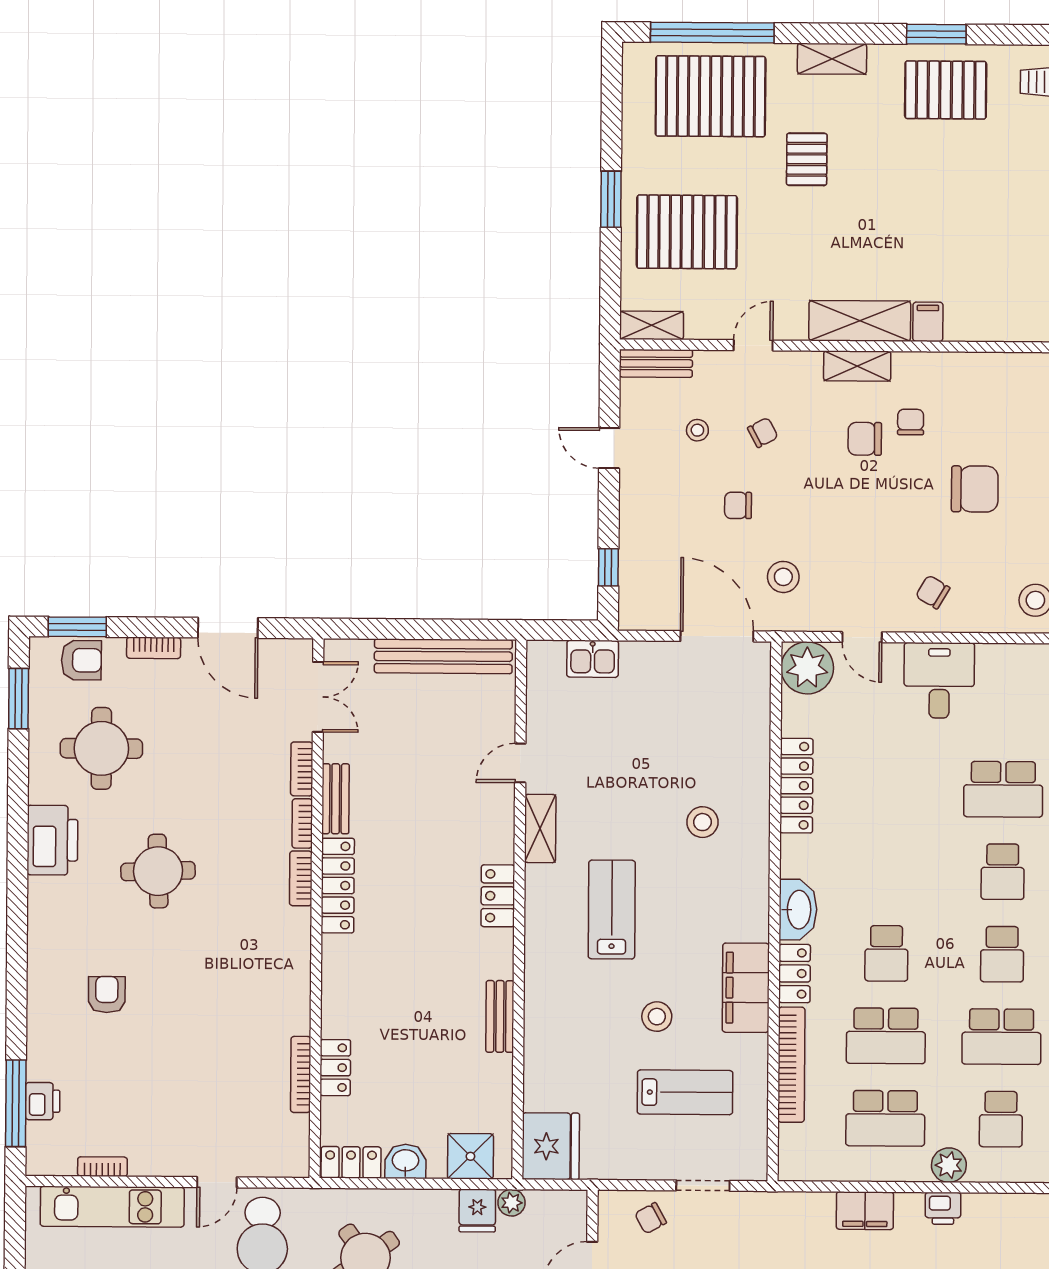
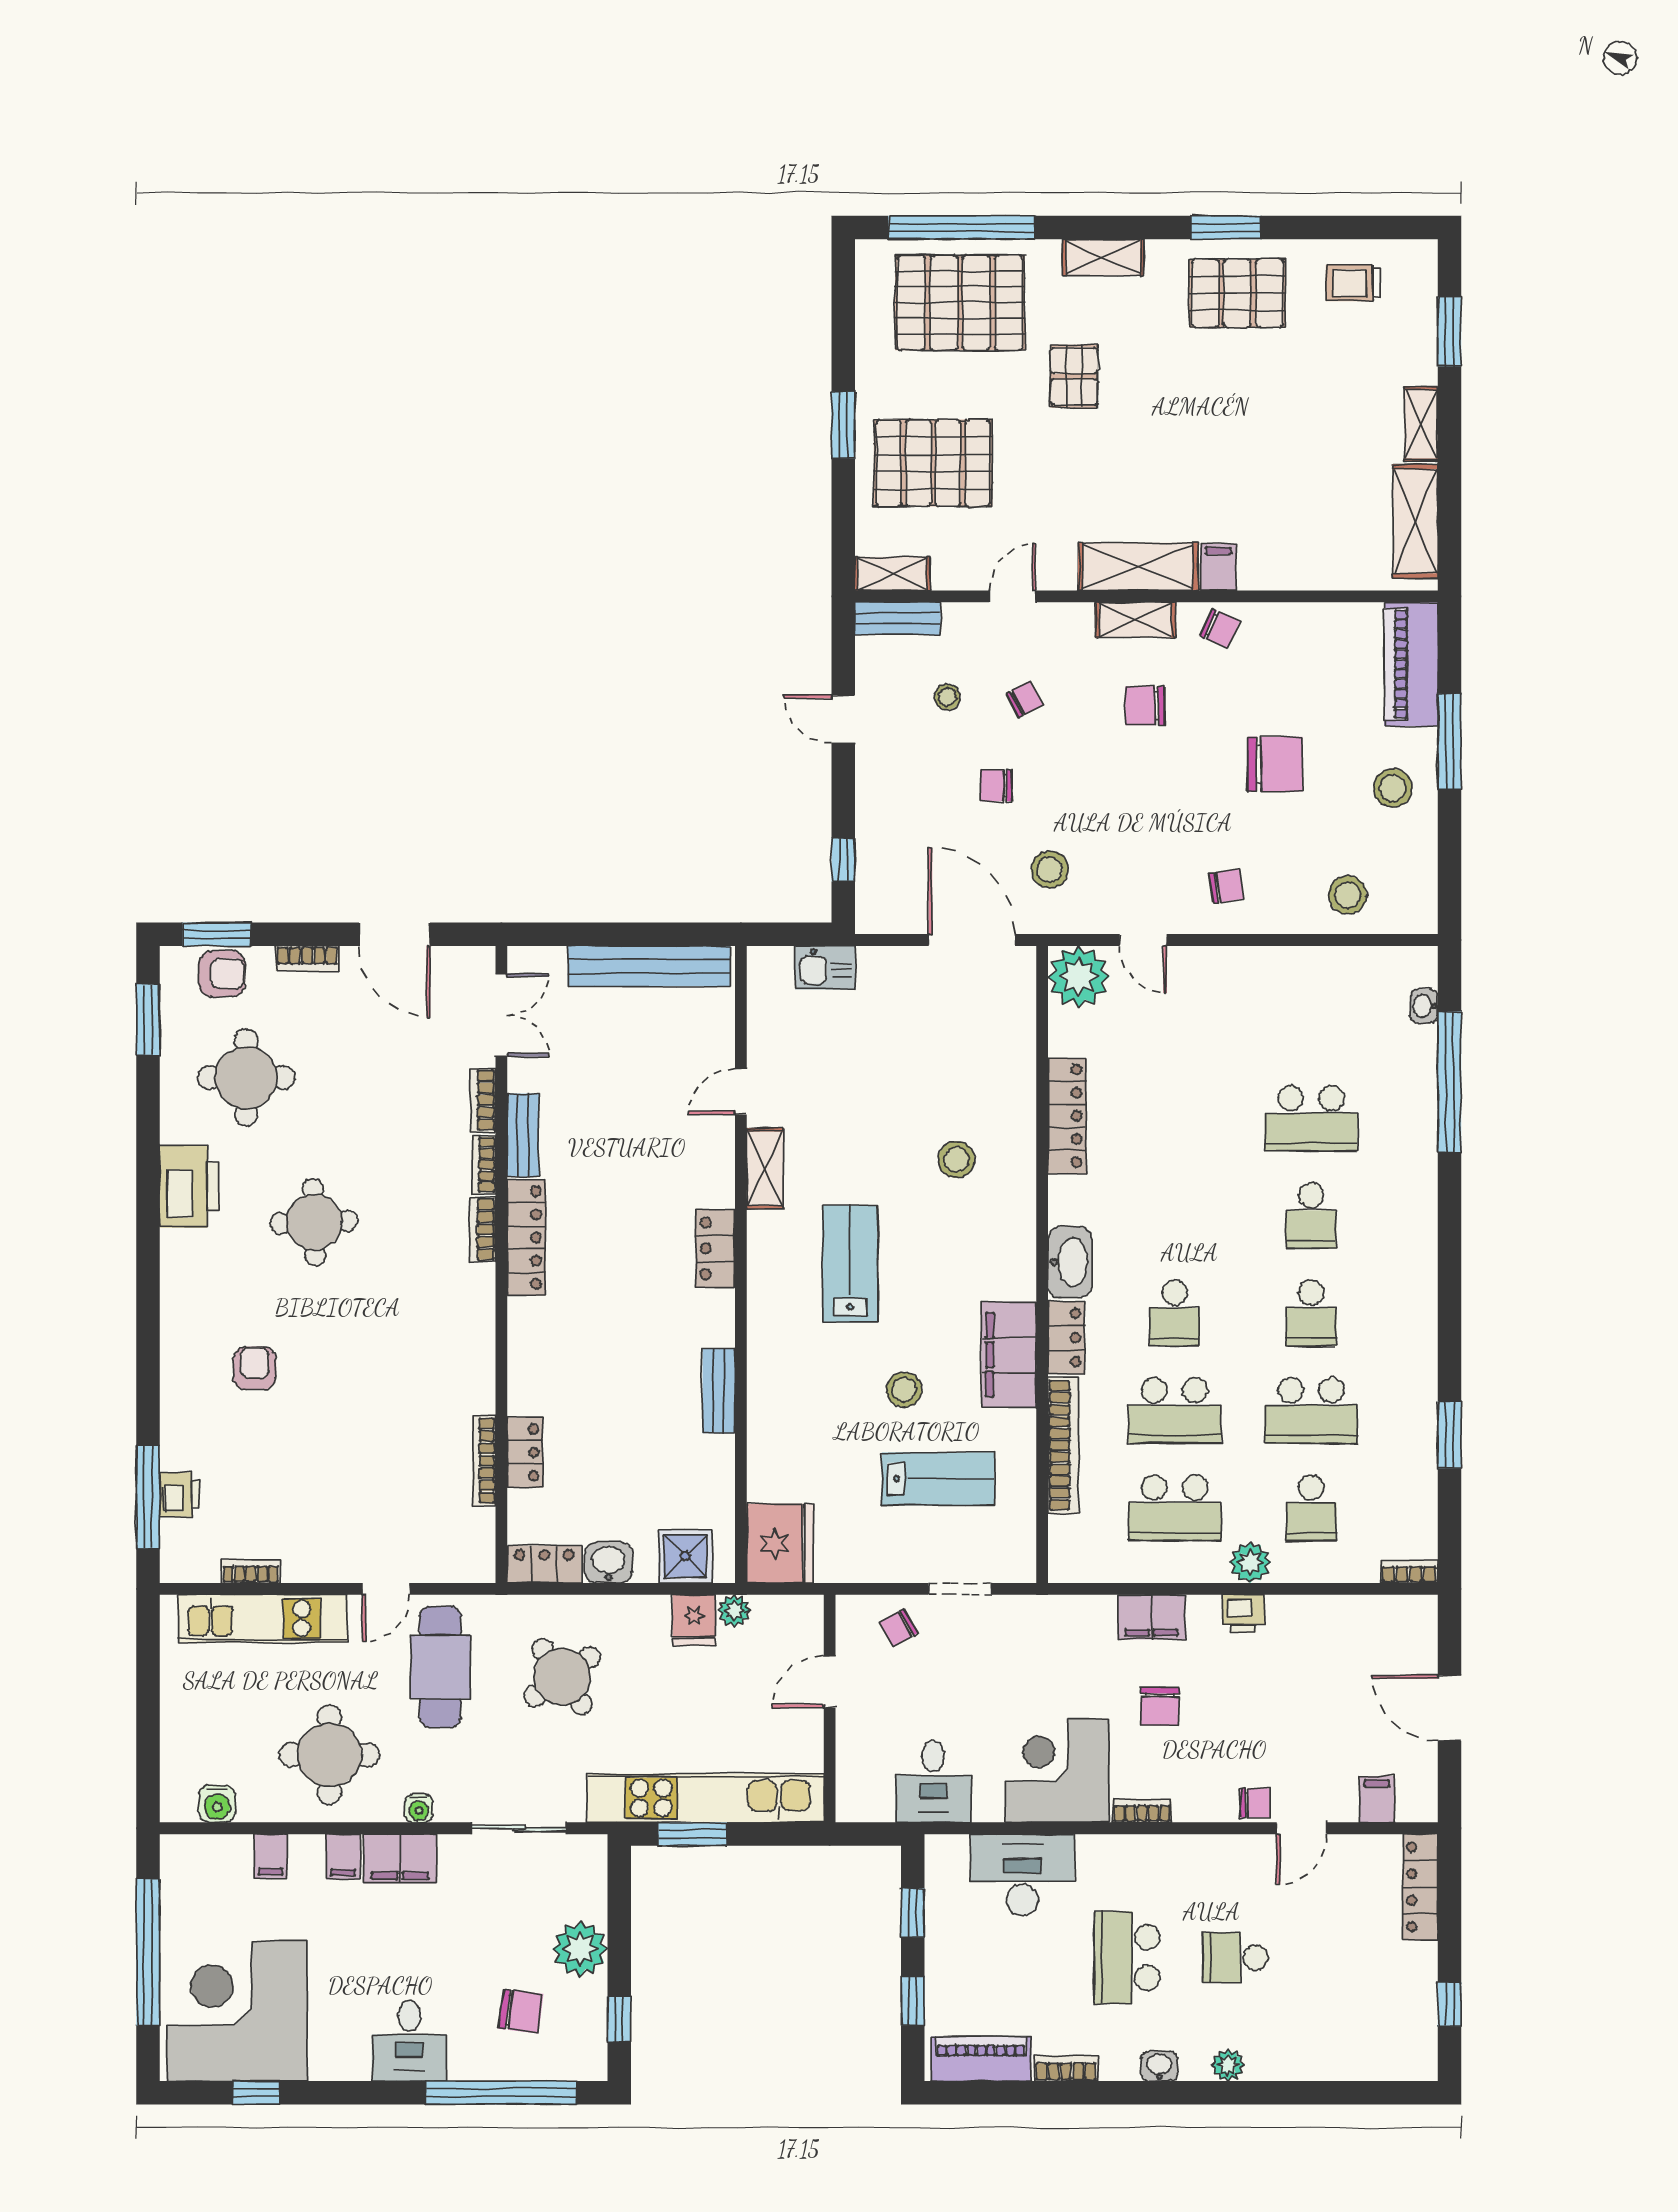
chair: (911, 422) -> (1220, 628), moved, turned 114
chair: (933, 592) -> (1226, 886), turned 140
desk: (939, 680) -> (1235, 990), removed

